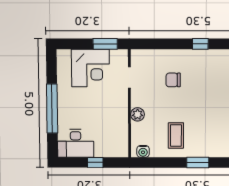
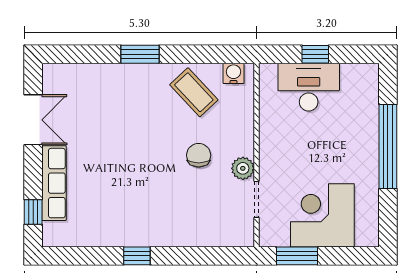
chair: (173, 80) -> (199, 155), moved, turned -90
plant: (138, 114) -> (243, 168), moved
coffee table: (176, 135) -> (194, 92), moved, turned -43
desk: (76, 143) -> (309, 87), moved

